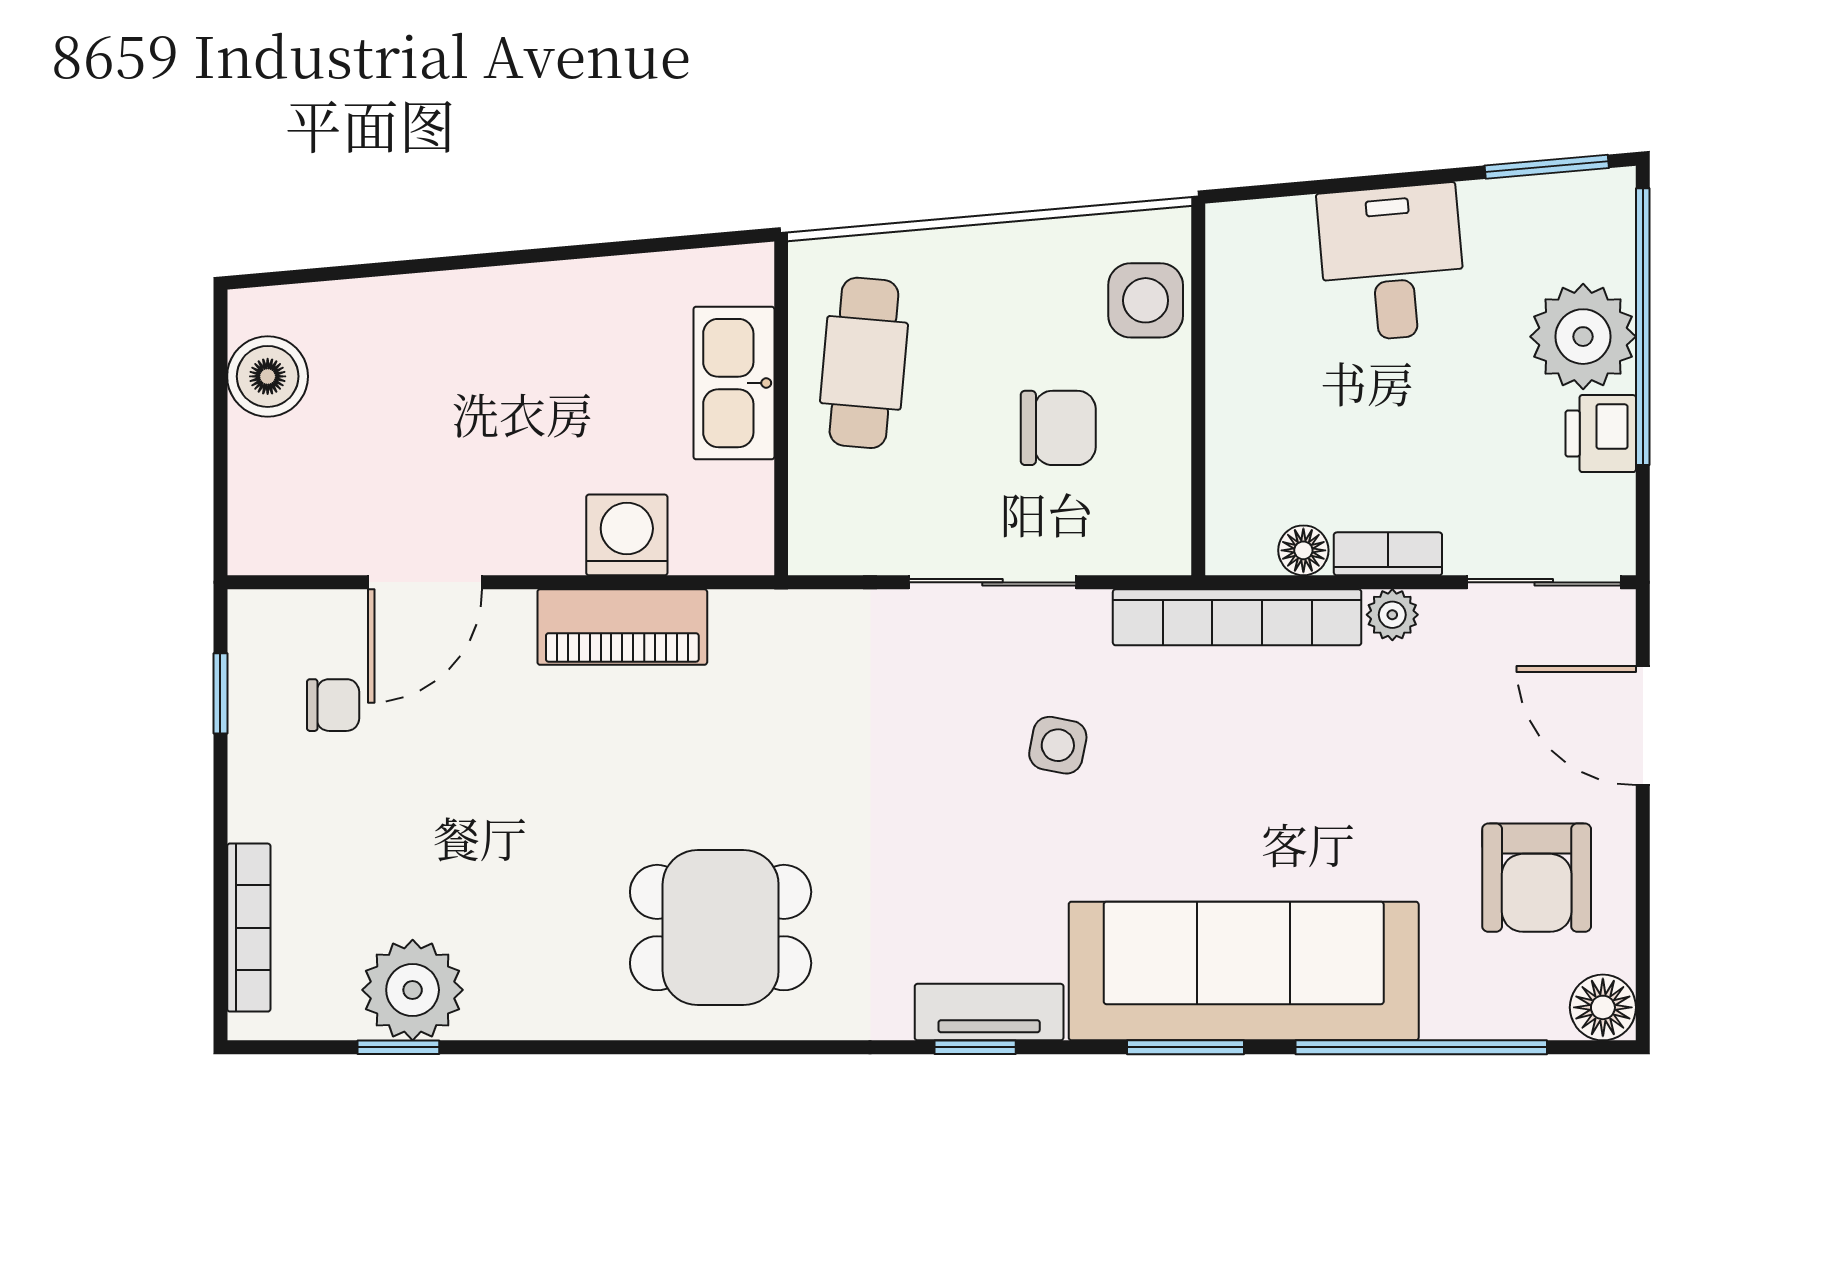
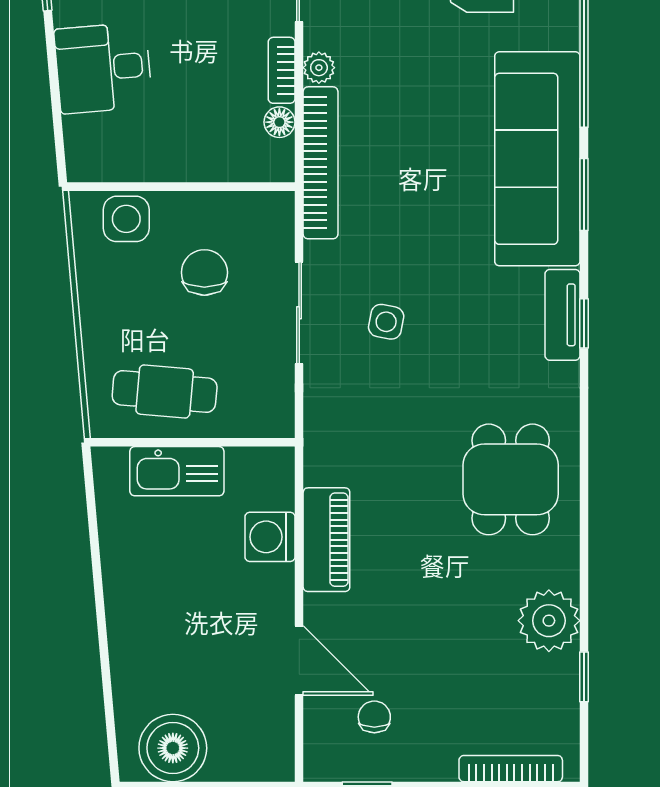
boiler: (268, 376) -> (173, 748), width x1.37, depth x1.37
side table: (1058, 745) -> (386, 322), moved
plant: (413, 990) -> (549, 621), moved

